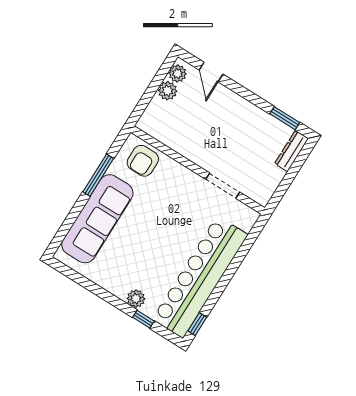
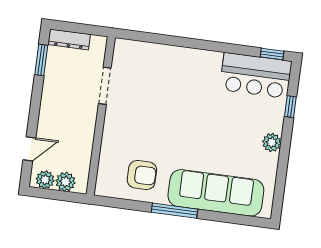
wall: (198, 170) -> (101, 116), moved
doorway: (223, 186) -> (105, 86), moved
bar counter: (200, 277) -> (256, 75), width x0.54
plant: (136, 299) -> (272, 142), moved

